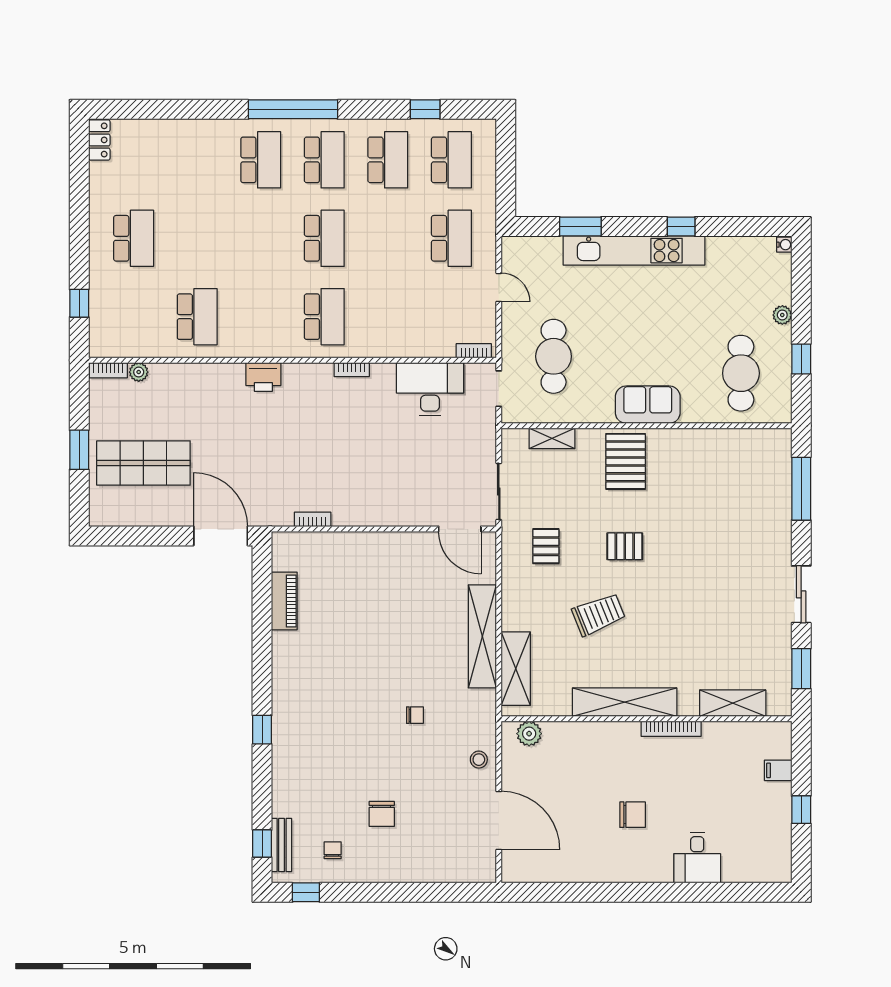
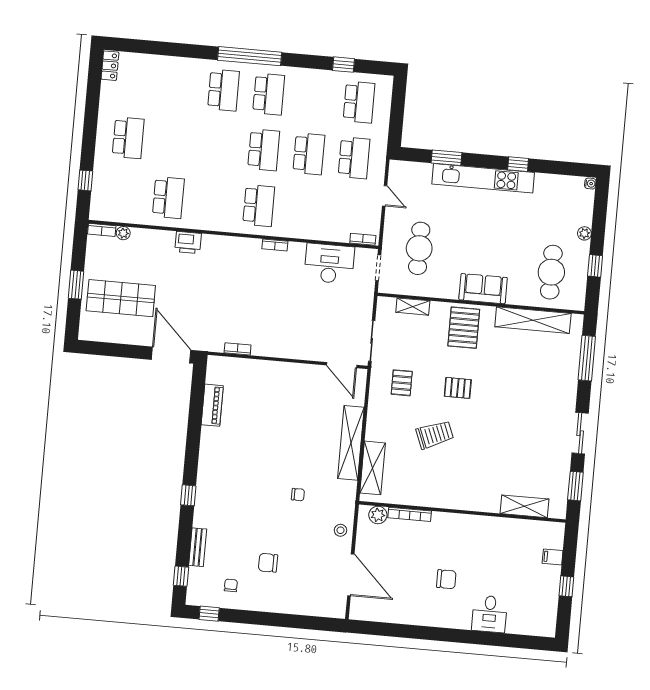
school desk: (388, 160) -> (309, 154), moved
printer: (263, 377) -> (188, 242), moved
shelving: (625, 702) -> (533, 320), moved
bookcase: (671, 729) -> (410, 514), moved
chair: (382, 814) -> (268, 563), turned 90
bench: (282, 845) -> (198, 547), moved

